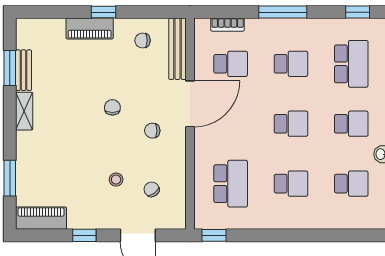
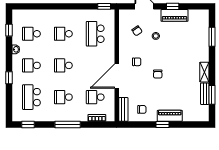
bench: (177, 49) -> (123, 109), width x0.73
piano: (41, 218) -> (174, 15), moved

